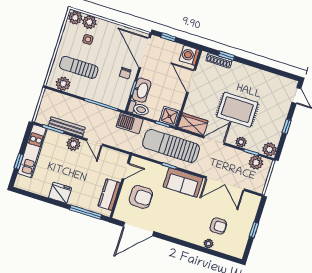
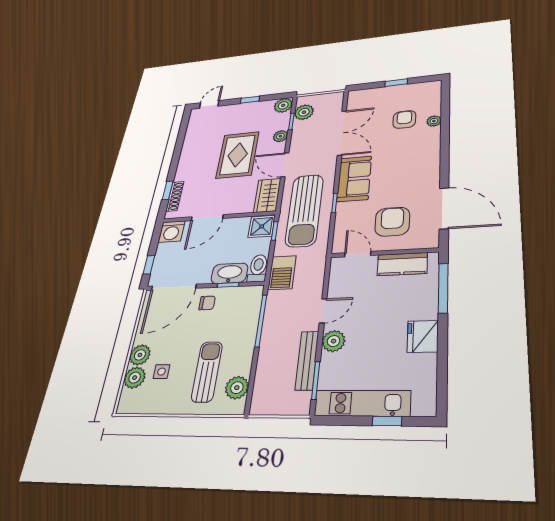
plant: (75, 18) -> (140, 355), moved
sun lounger: (79, 67) -> (207, 372), turned 180

